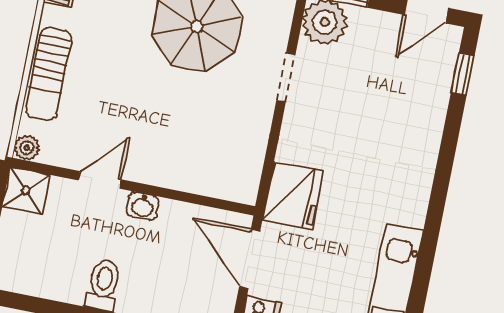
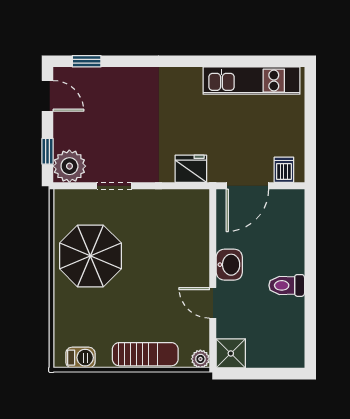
fridge: (293, 196) -> (191, 169), width x0.73, depth x0.75
washbasin: (143, 206) -> (229, 265), width x1.38, depth x1.45

